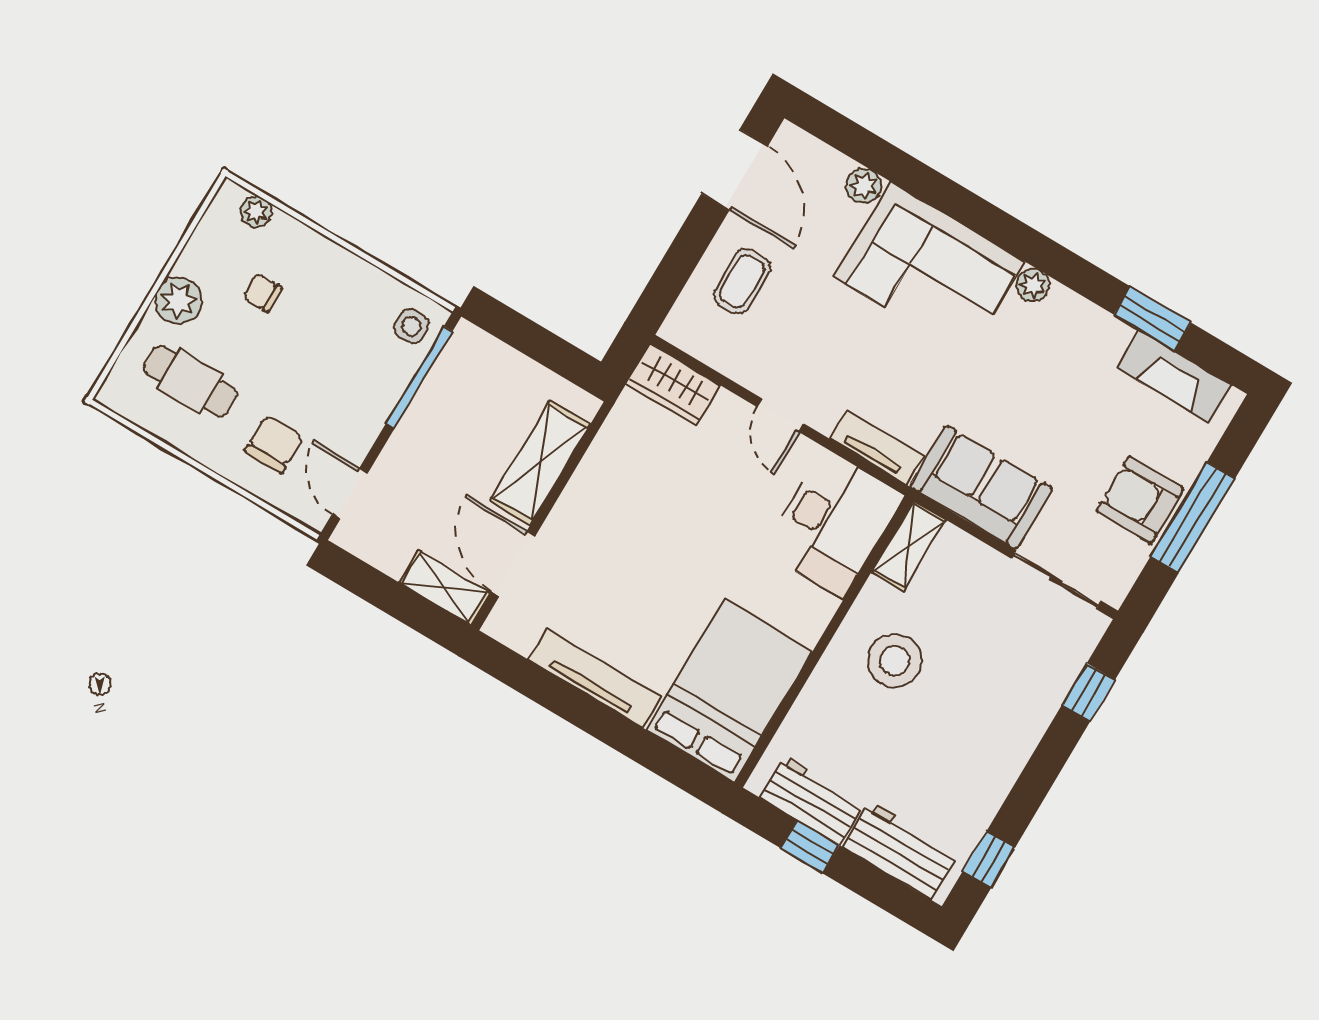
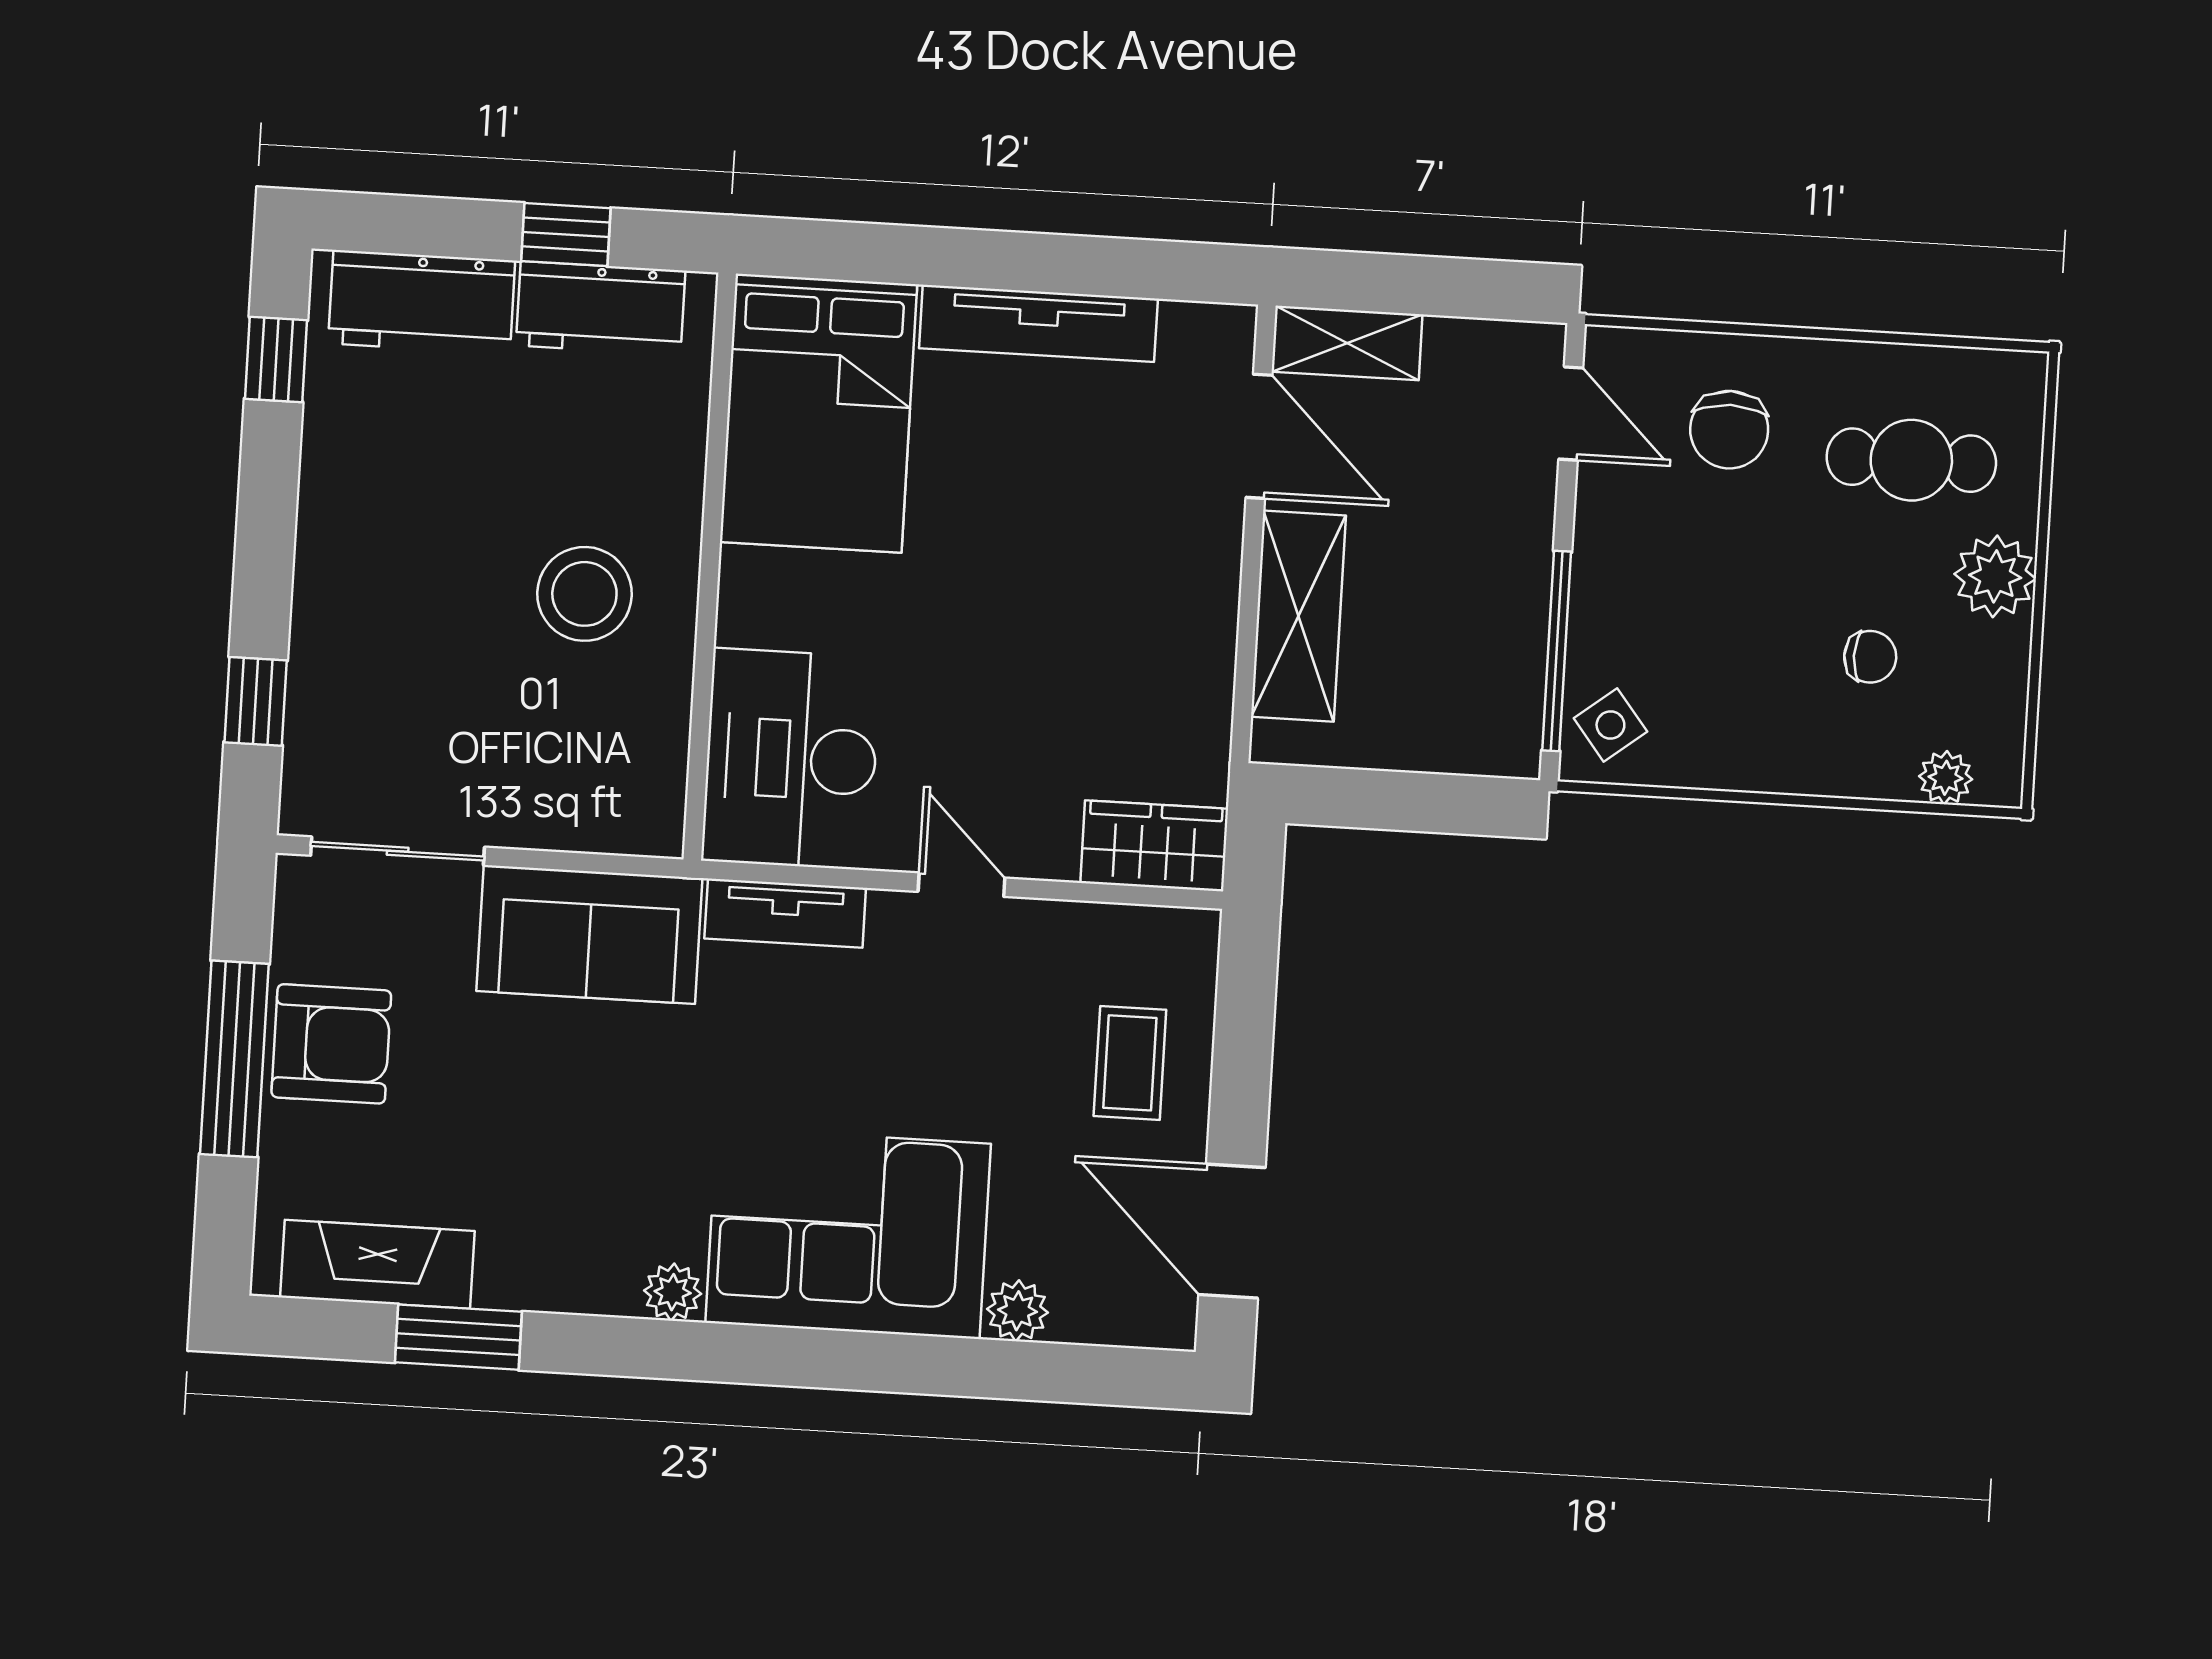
side table: (411, 326) -> (1610, 725), turned -38
shelving: (909, 546) -> (655, 785), removed

